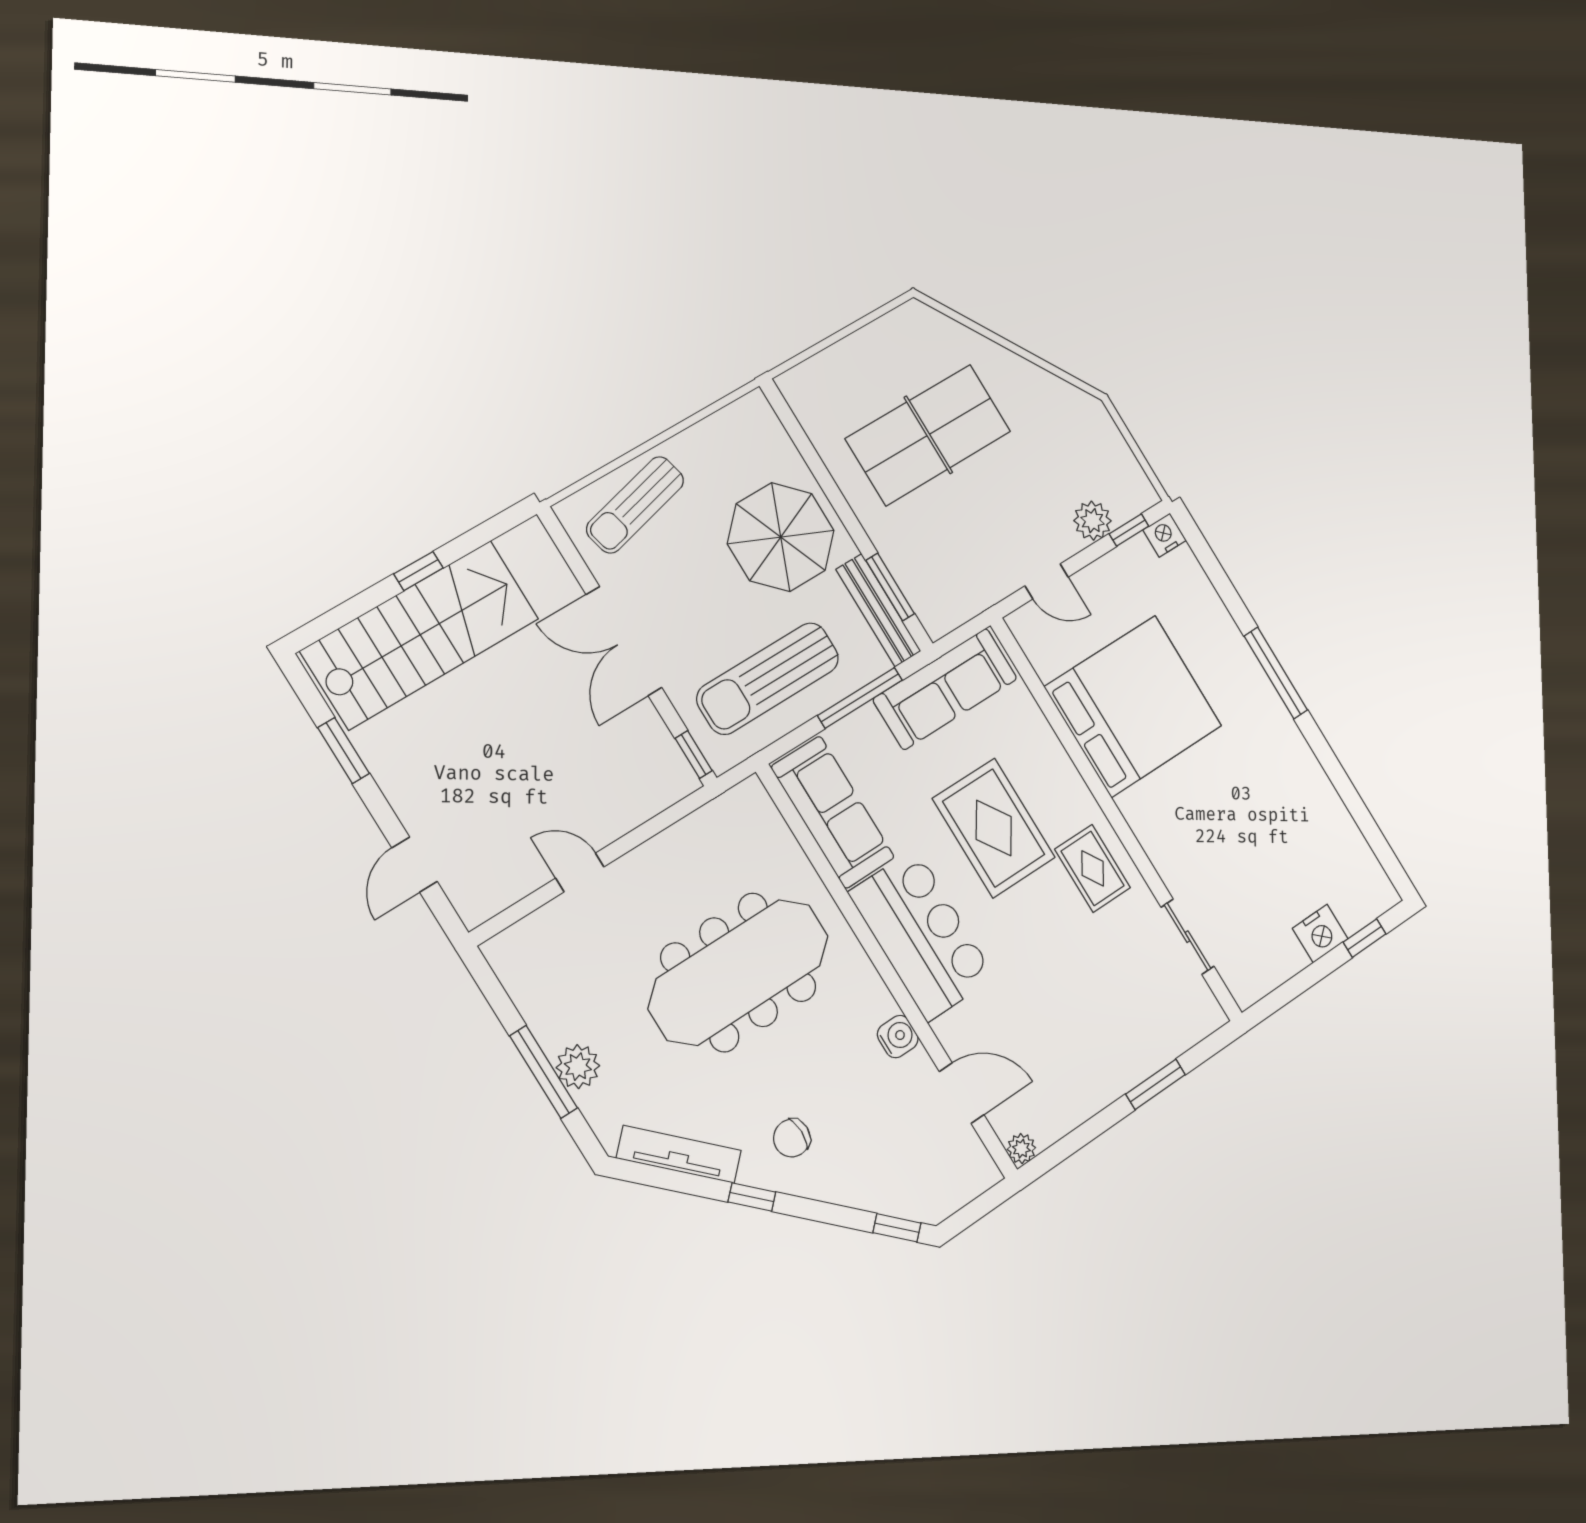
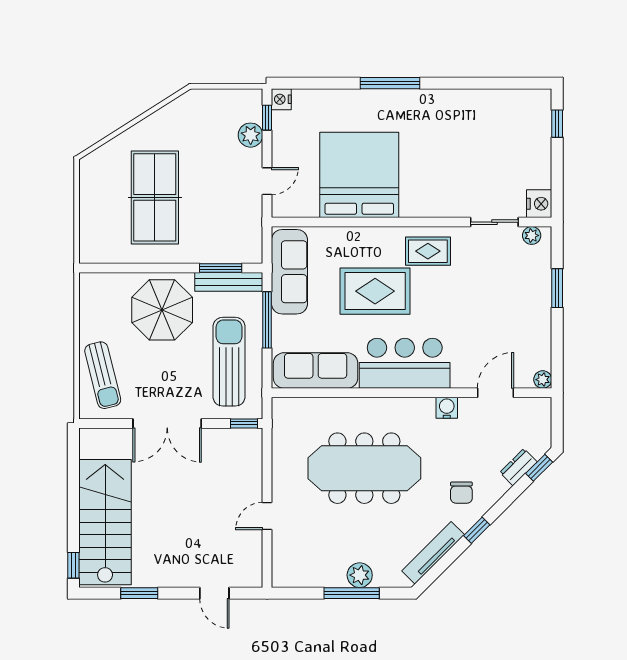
window: (418, 571) -> (73, 565), moved
sun lounger: (768, 678) -> (229, 362), turned 180
nightstand: (1320, 934) -> (539, 204), moved
meeting table: (739, 972) -> (364, 468), turned 90
plant: (1202, 1001) -> (532, 235), added
dresser: (879, 1197) -> (518, 467), added

